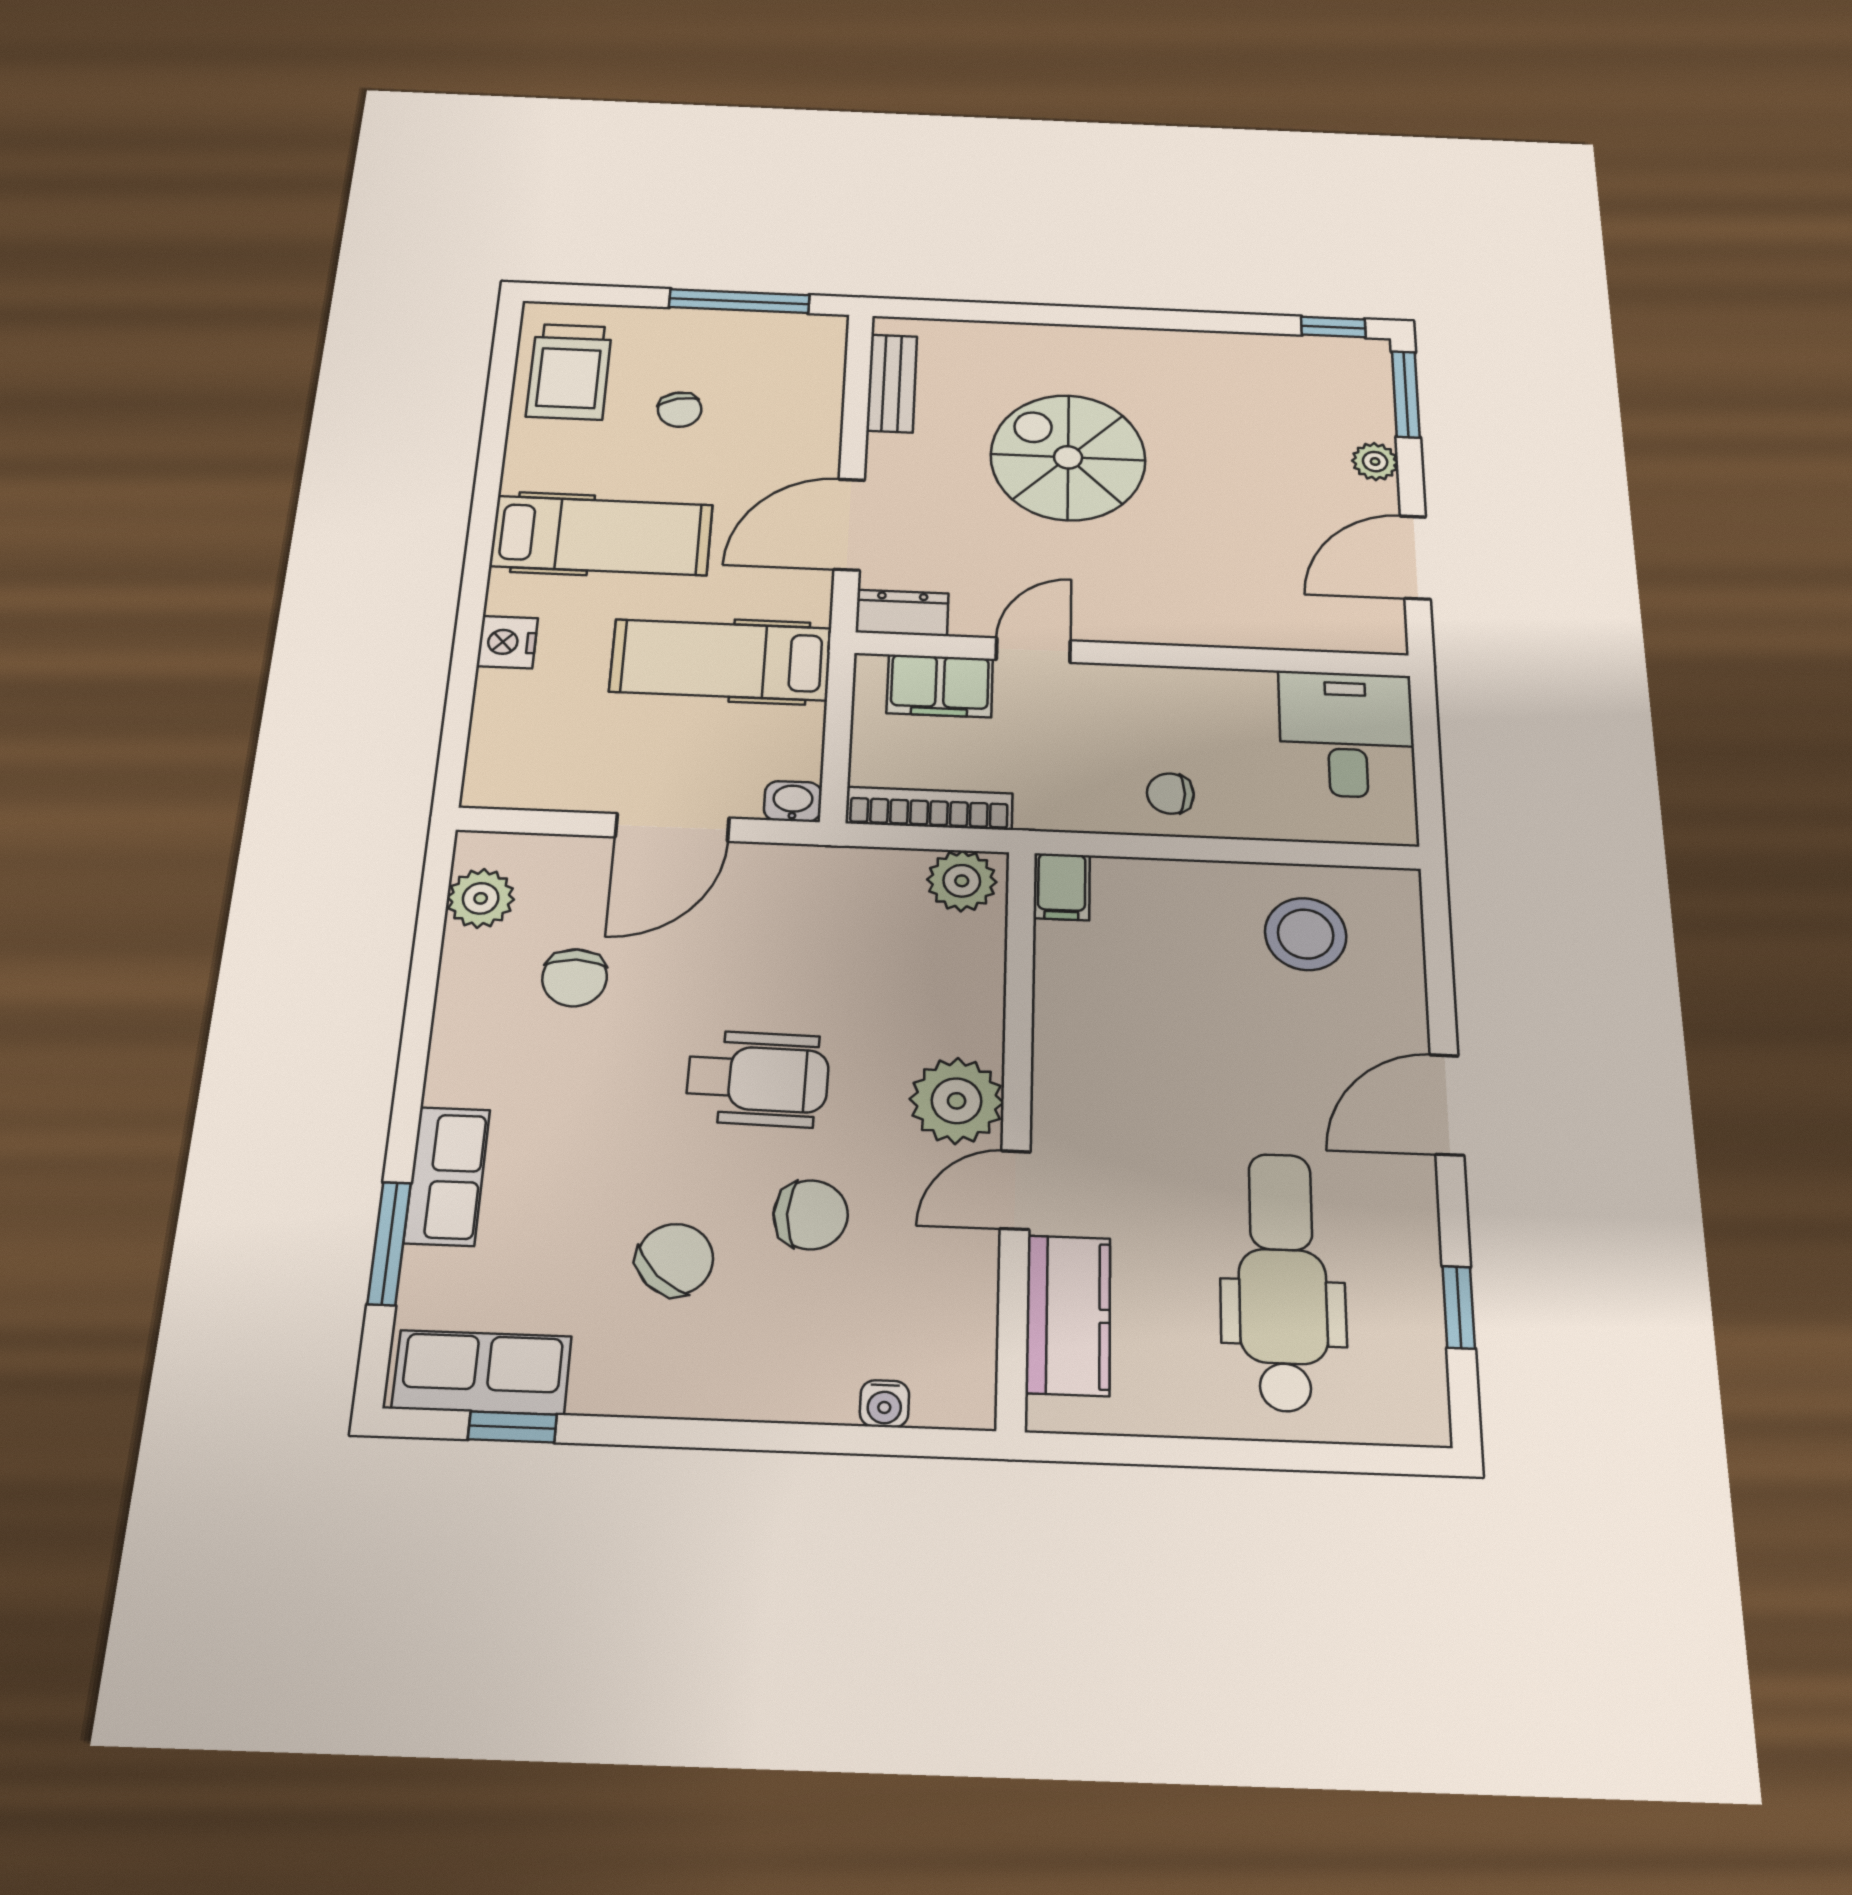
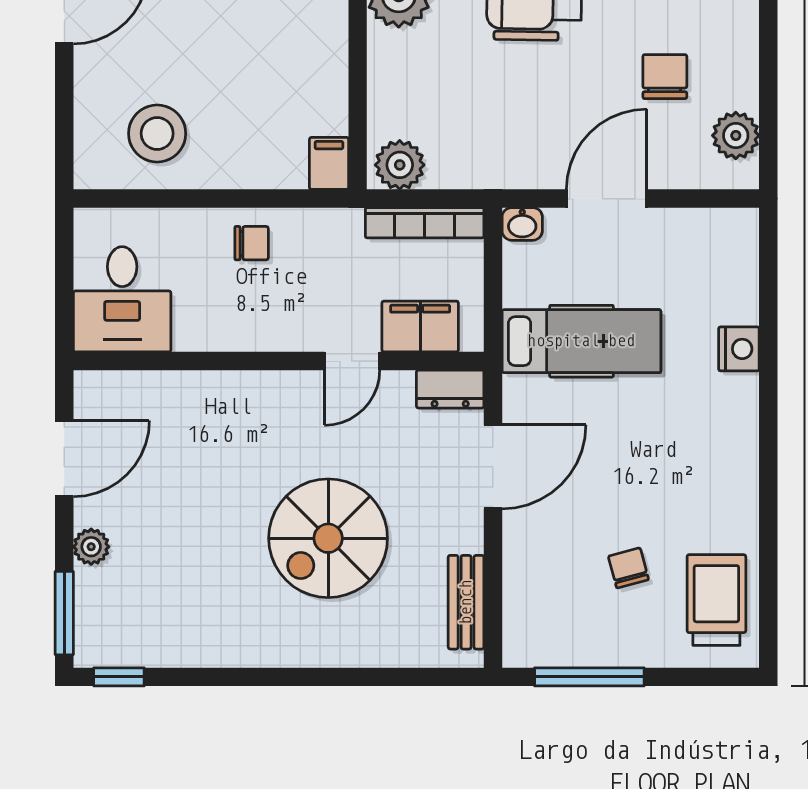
spiral stairs: (1068, 457) -> (328, 538), turned 90
hospital bed: (601, 535) -> (678, 447), removed

